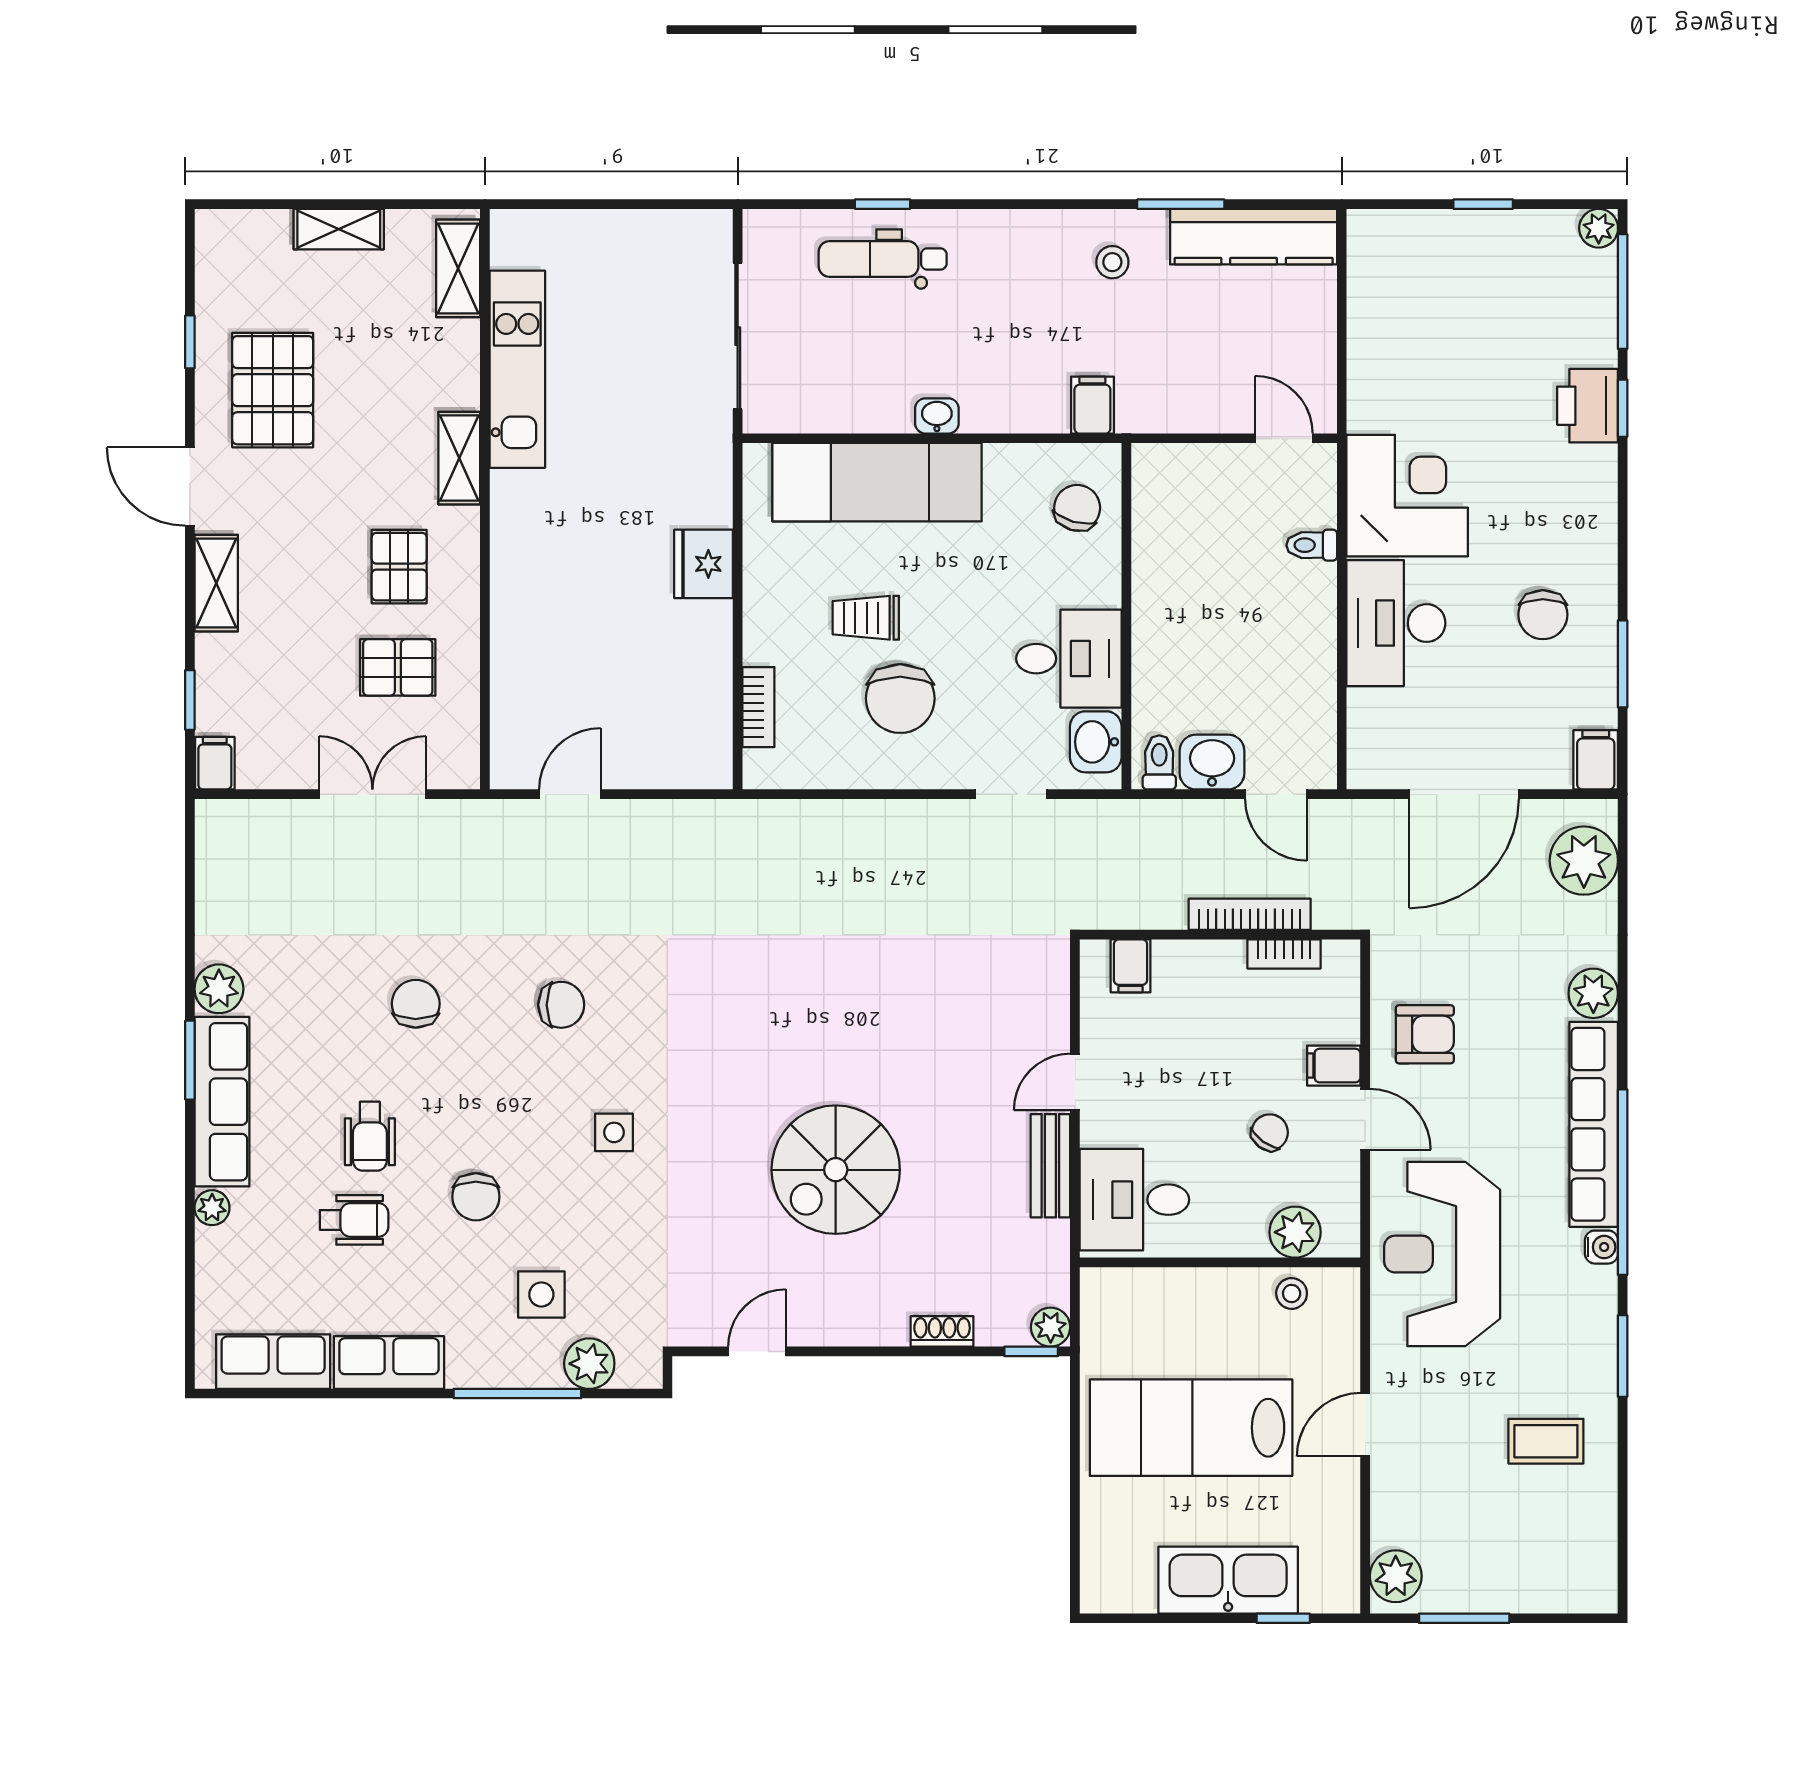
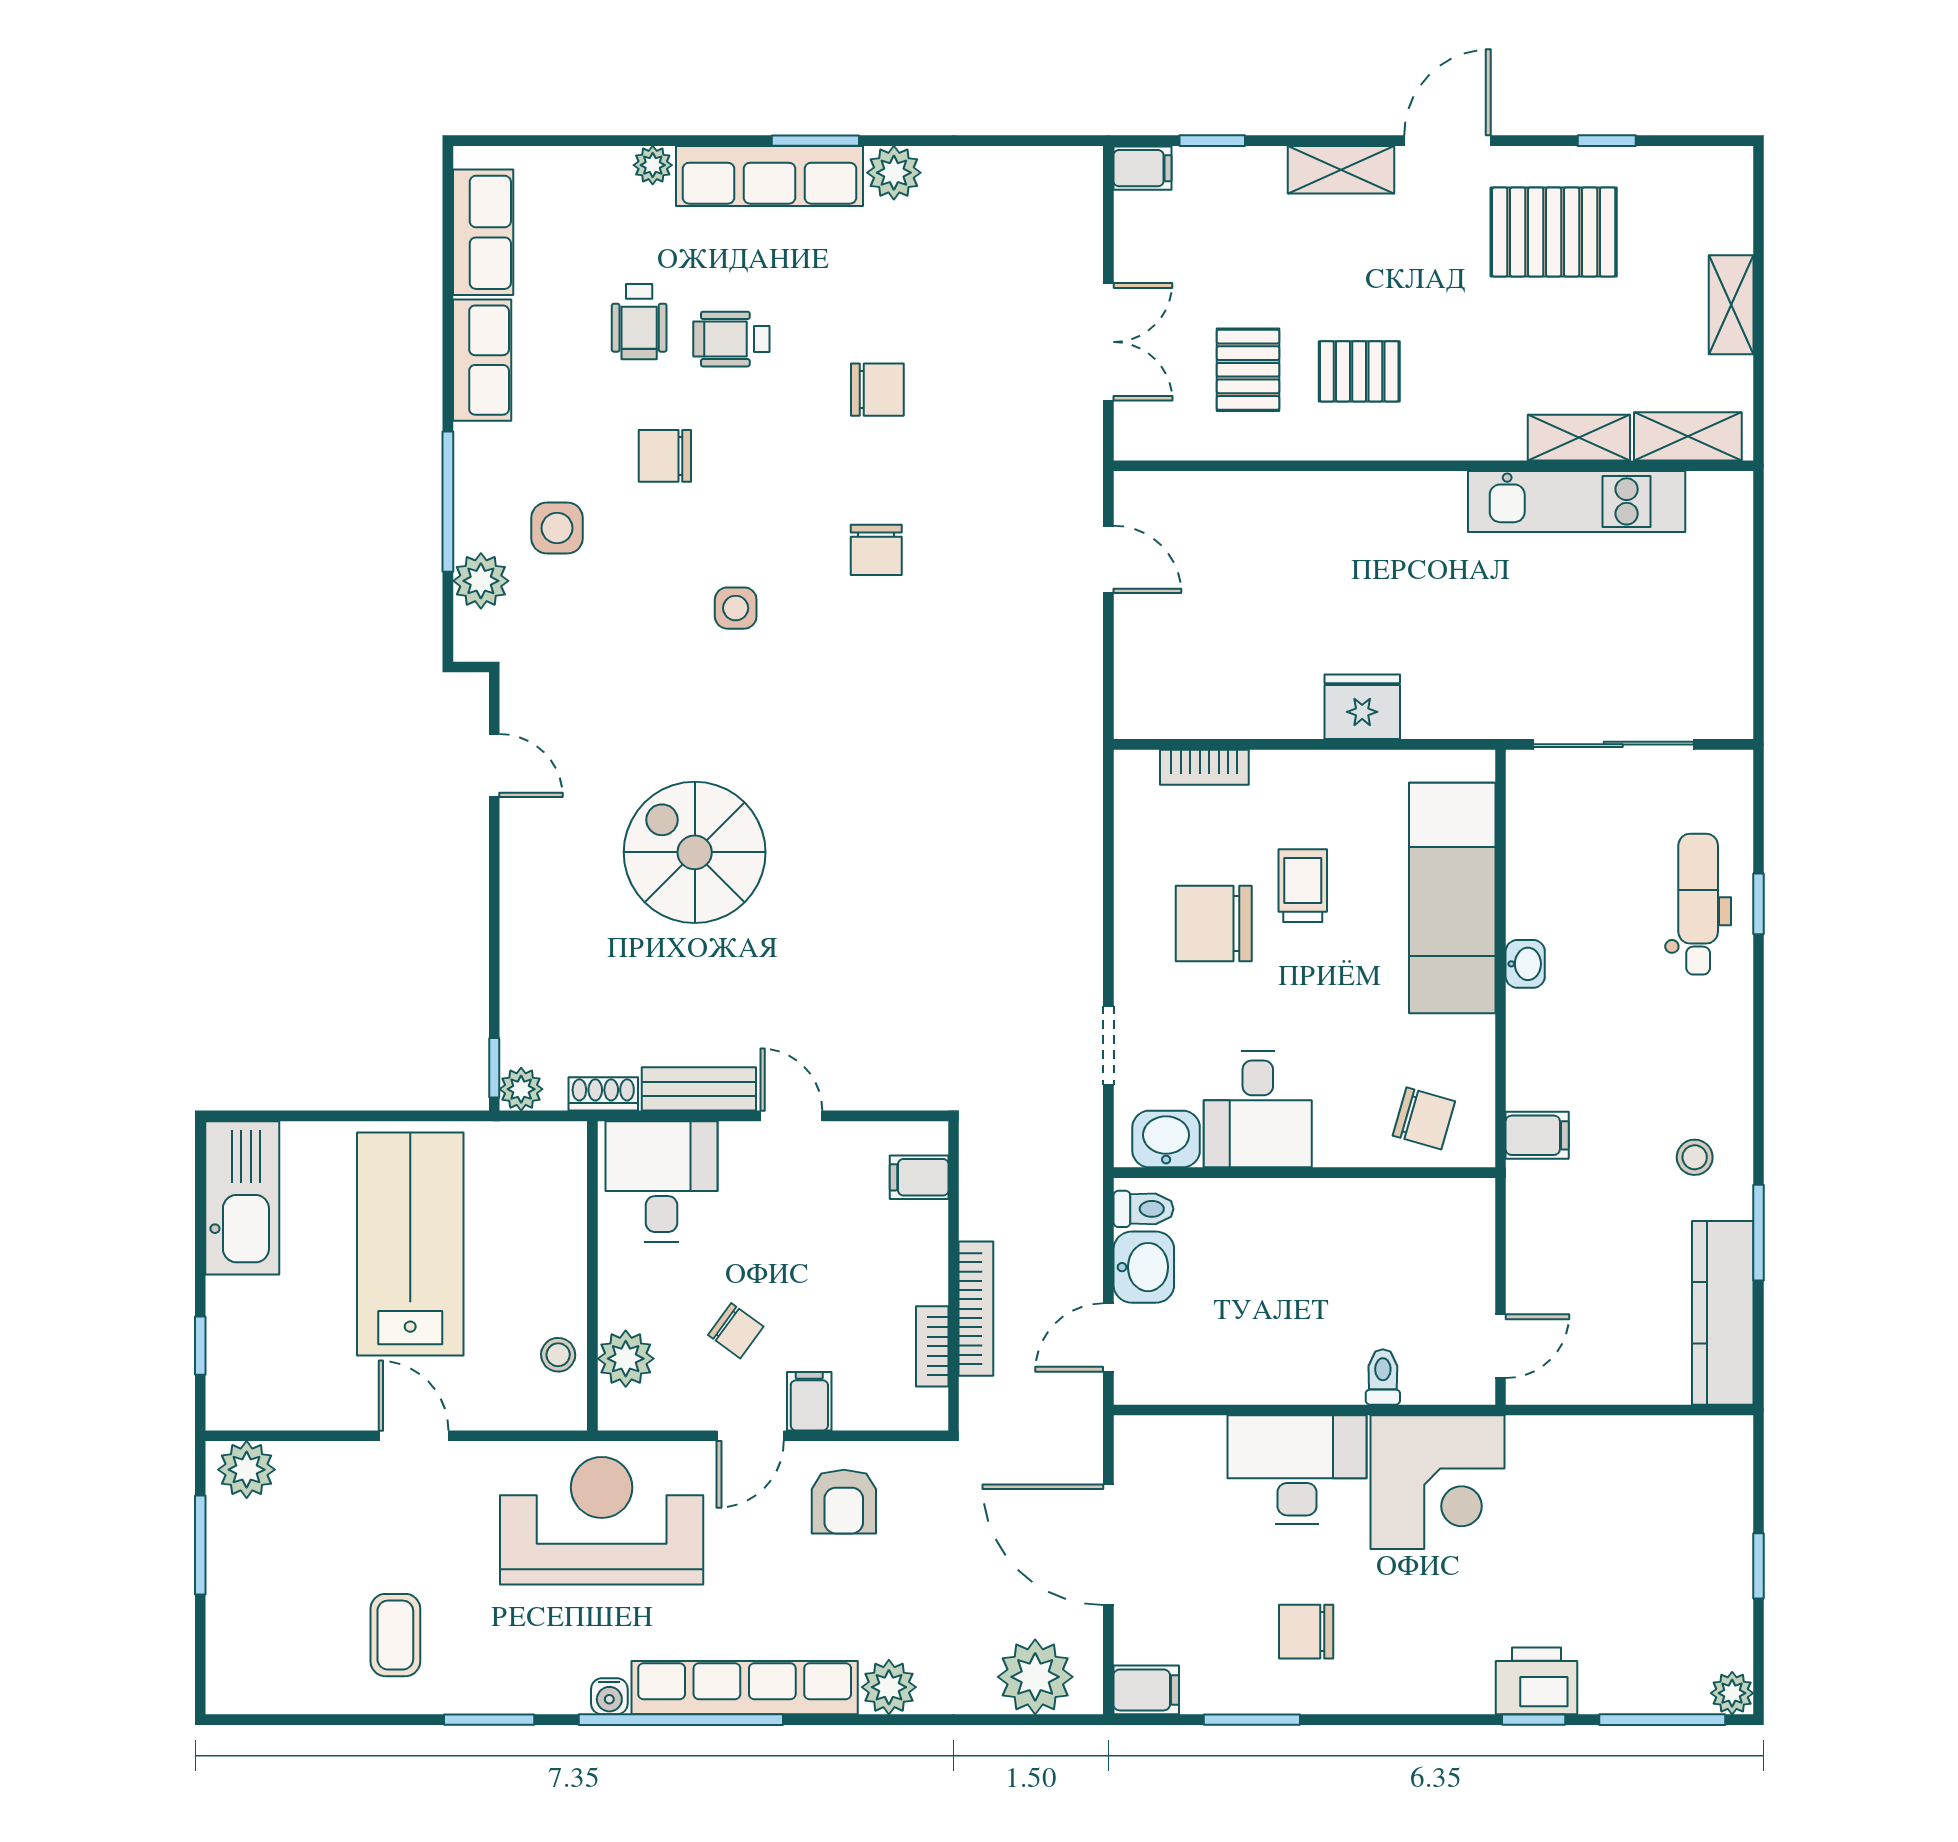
shelving: (459, 458) -> (1579, 438), moved
shoe rack: (942, 1331) -> (603, 1094), moved, turned -90
kitchen sink: (1228, 1580) -> (242, 1198), moved

